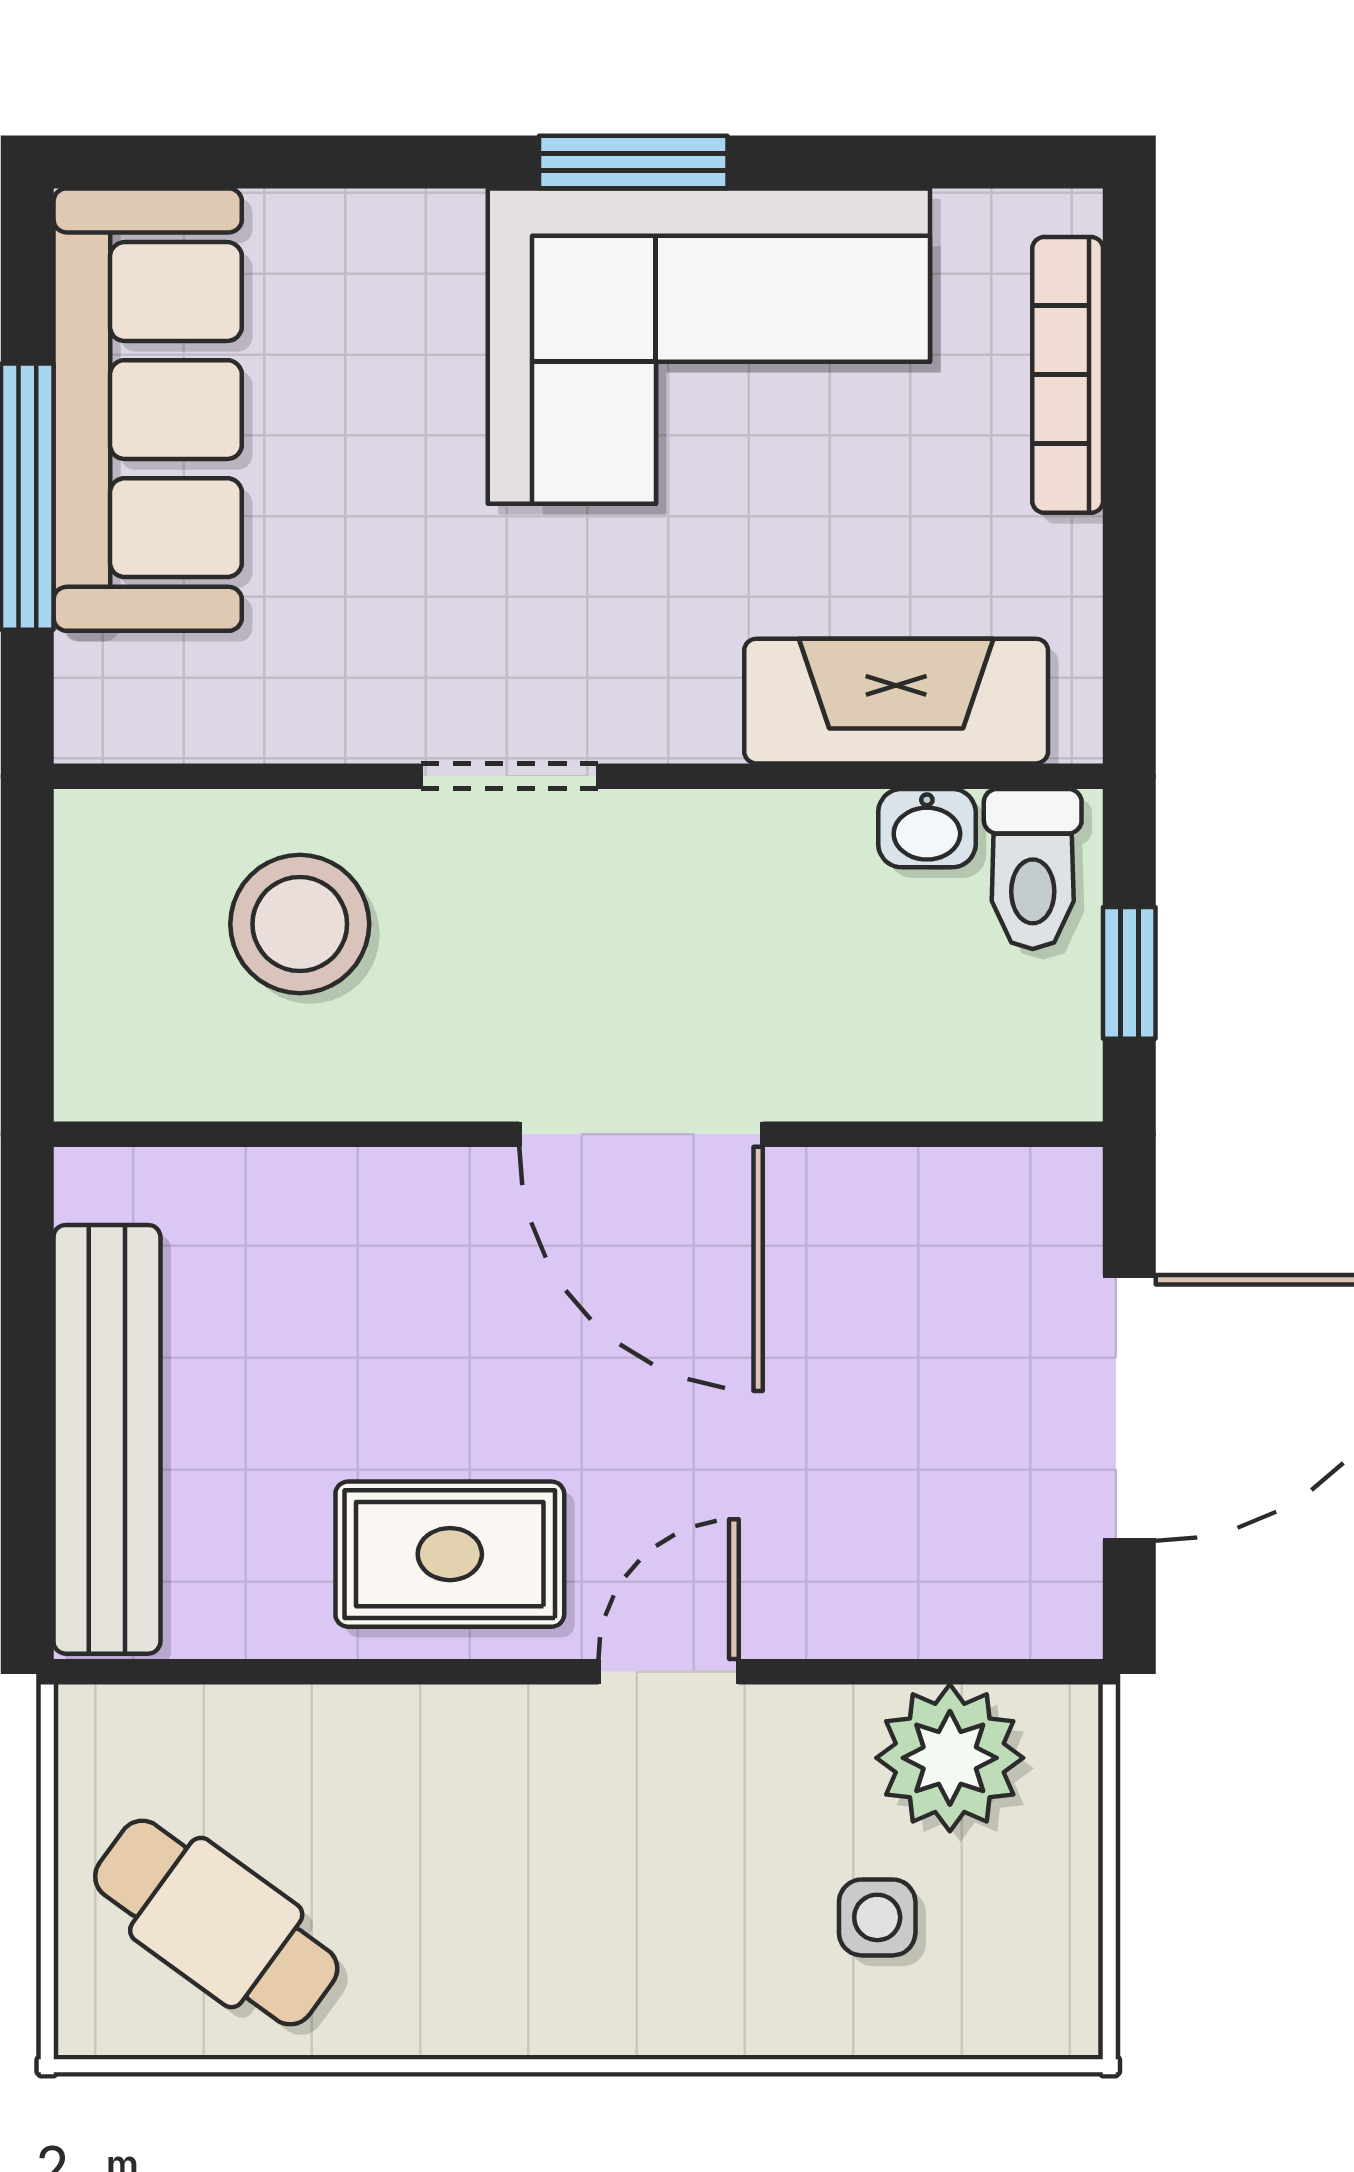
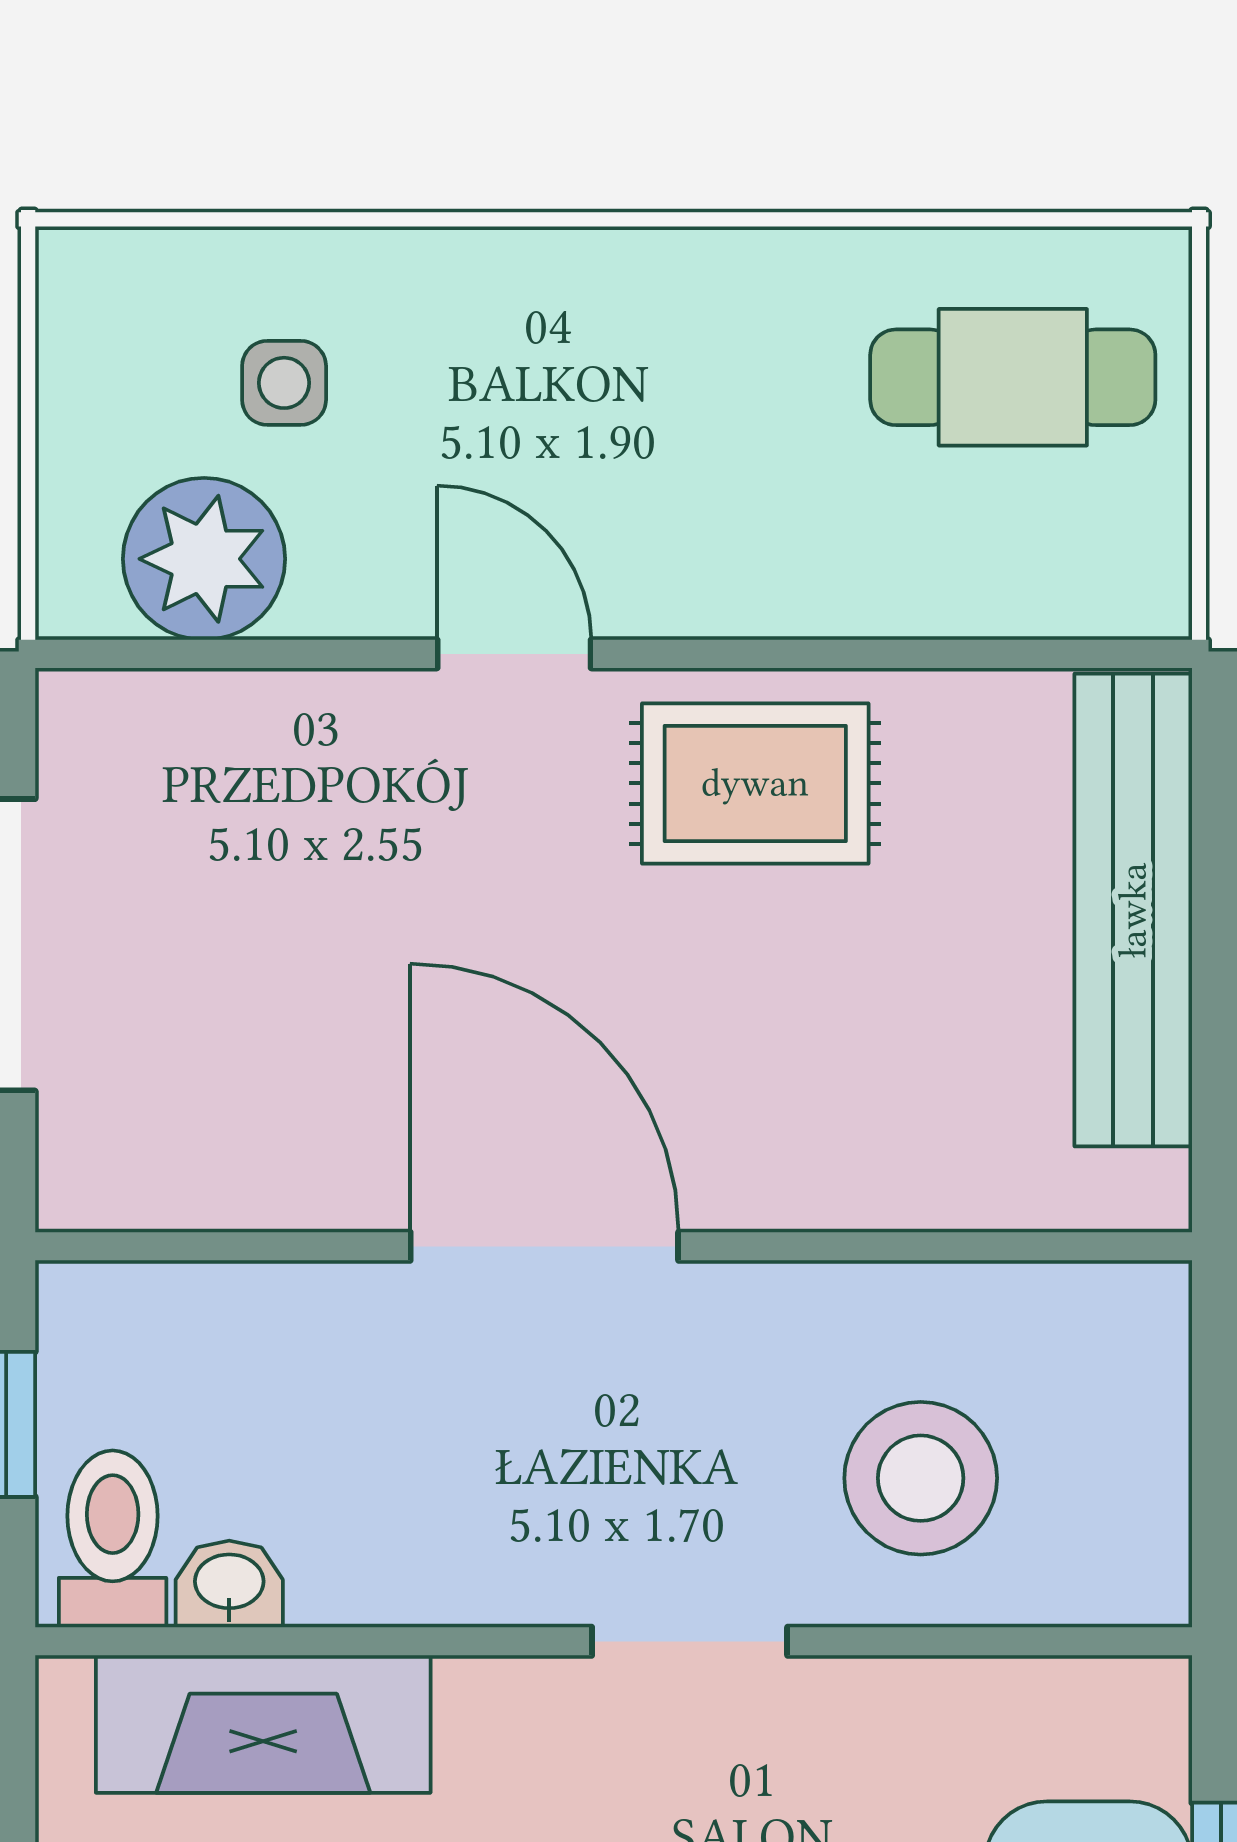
door: (669, 1672) -> (514, 654), swing flipped
cafe table: (216, 1923) -> (1013, 377), turned -36

